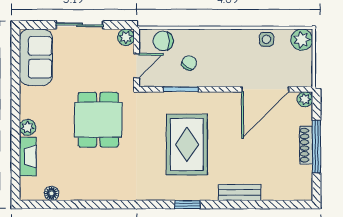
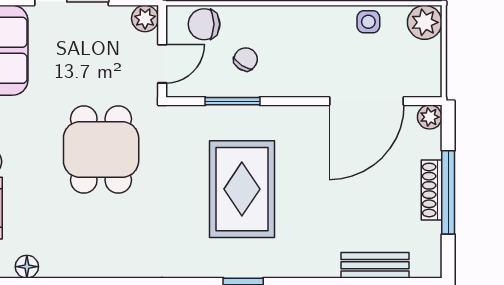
bench: (240, 192) -> (375, 265), moved

